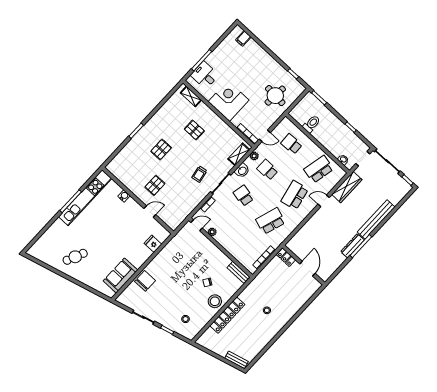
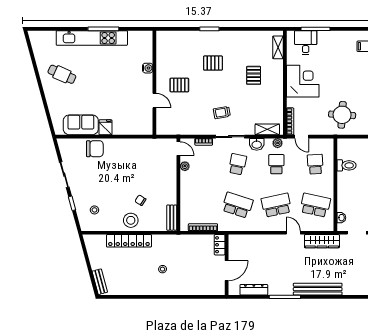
kitchen unit: (85, 198) -> (92, 38), moved
fridge: (153, 244) -> (105, 127), moved
dresser: (353, 246) -> (254, 290), moved

